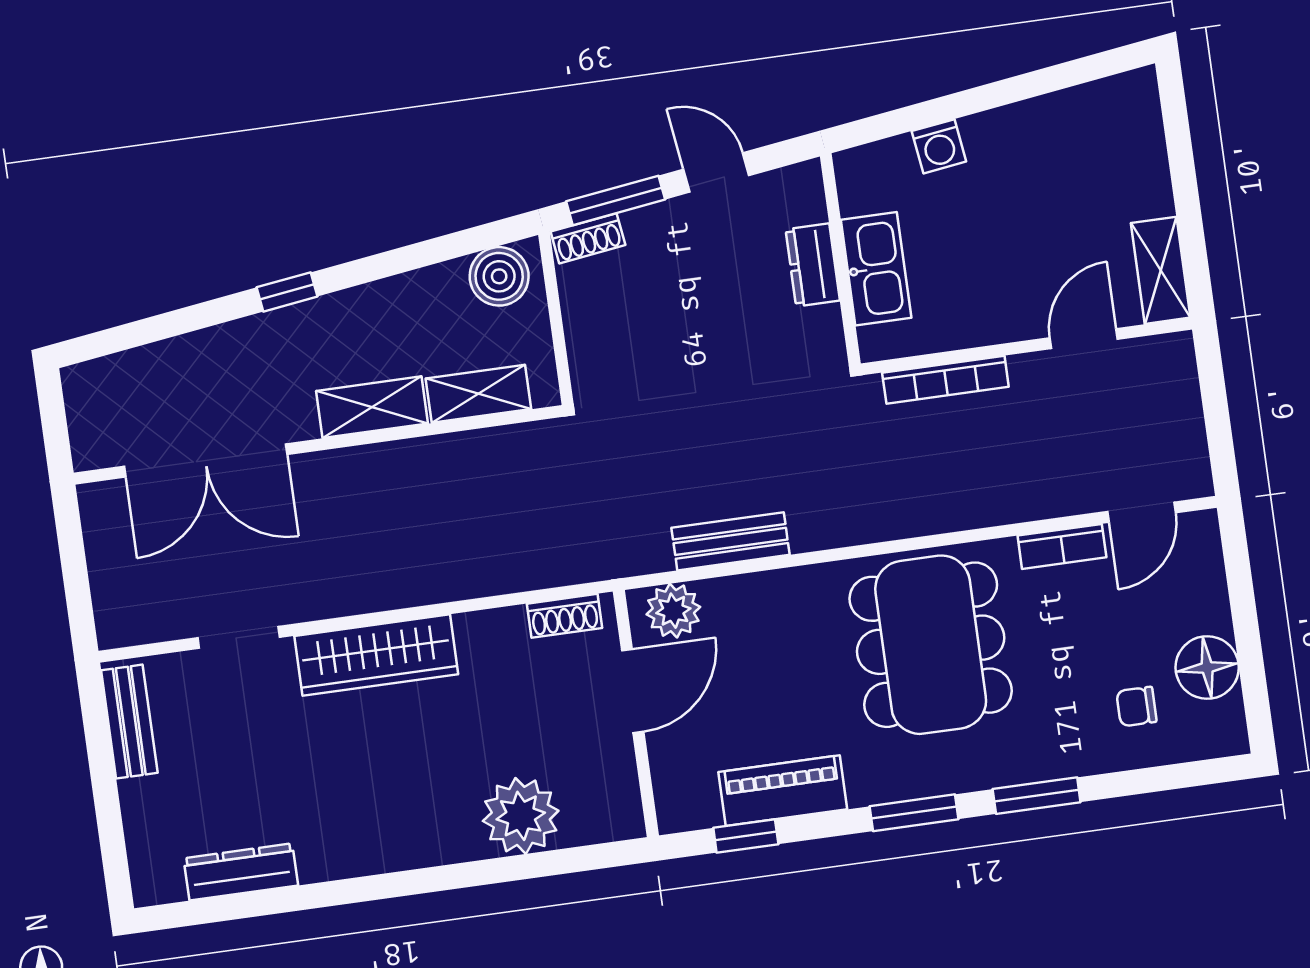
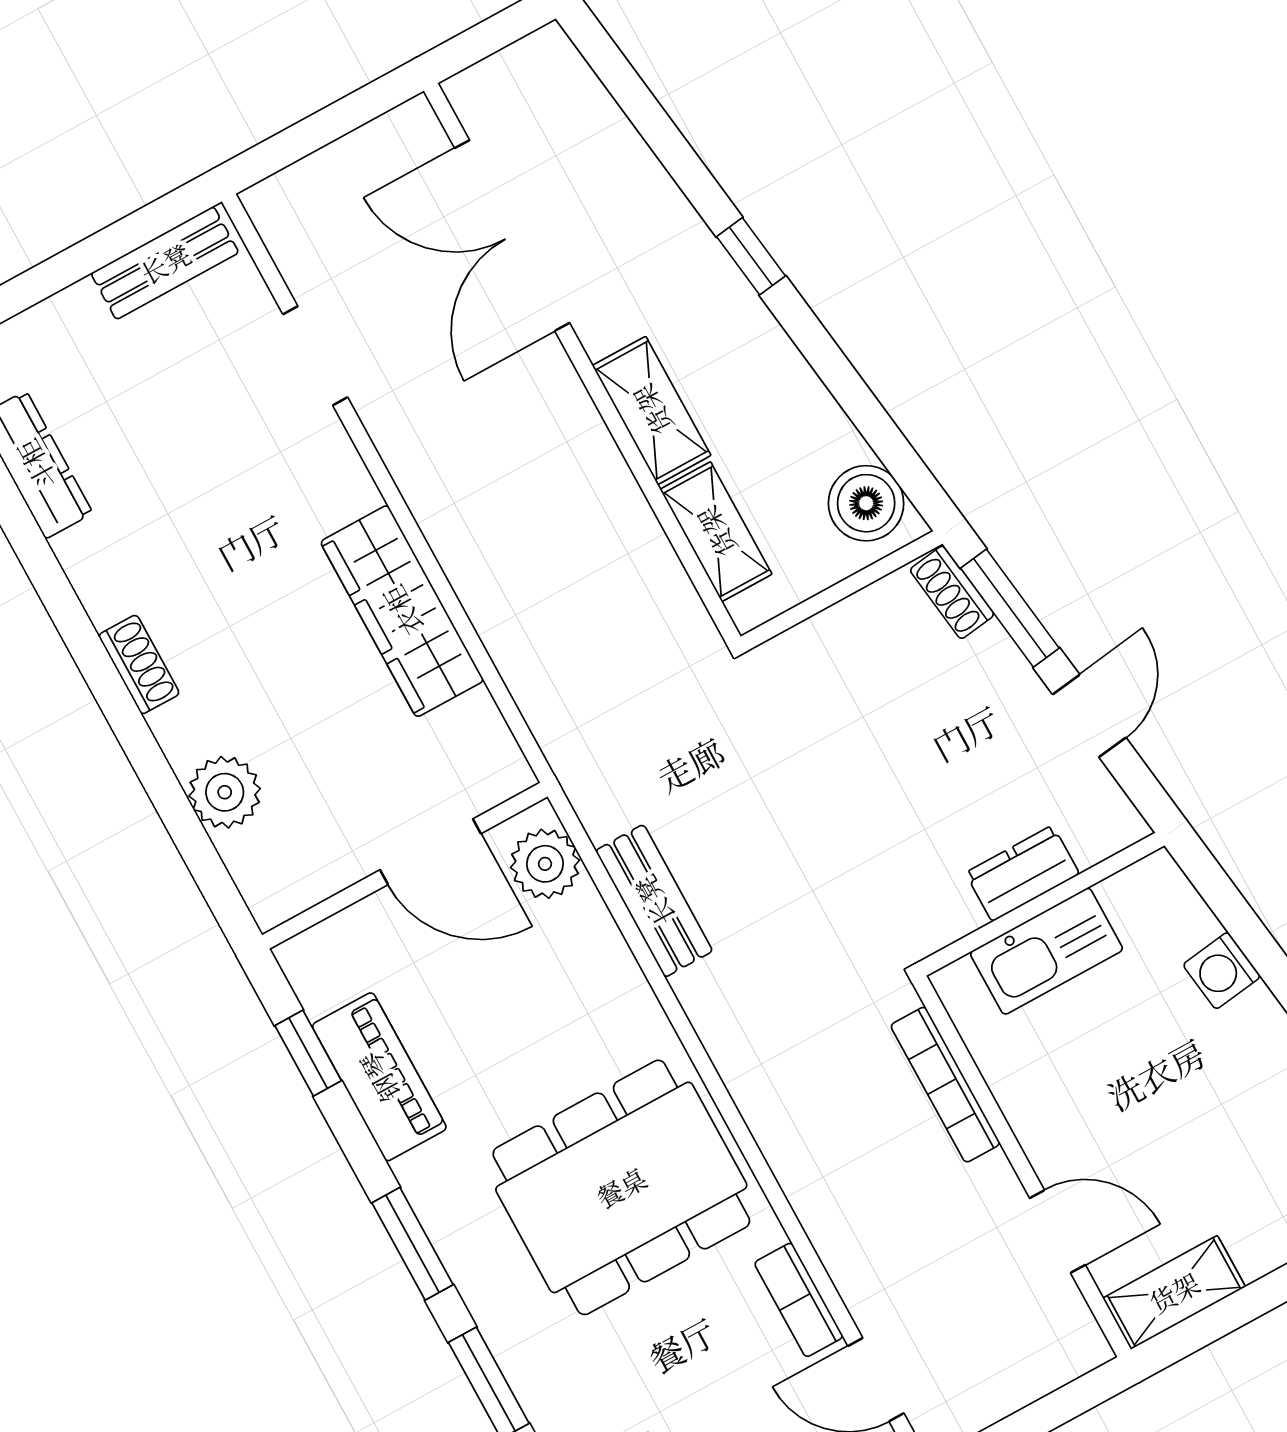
shoe rack: (564, 616) -> (139, 664), moved, turned 180
wardrobe: (376, 655) -> (402, 611), moved
plant: (521, 816) -> (225, 792), width x0.73, depth x0.73

